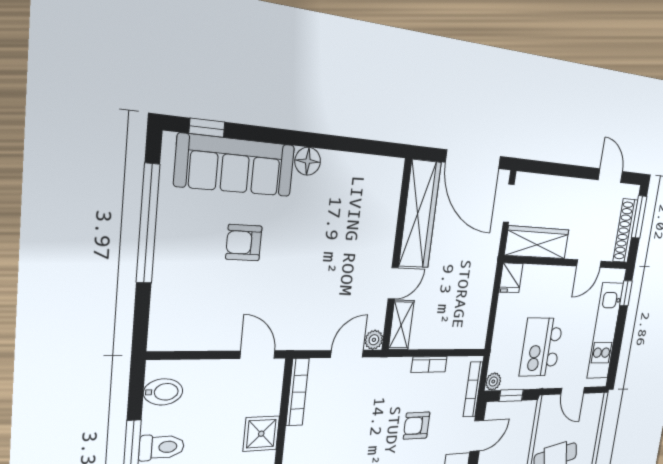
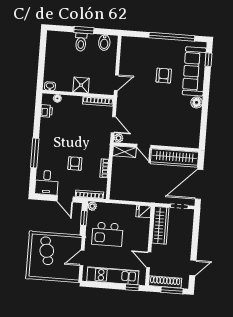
kitchen island: (541, 347) -> (107, 234), turned 180

